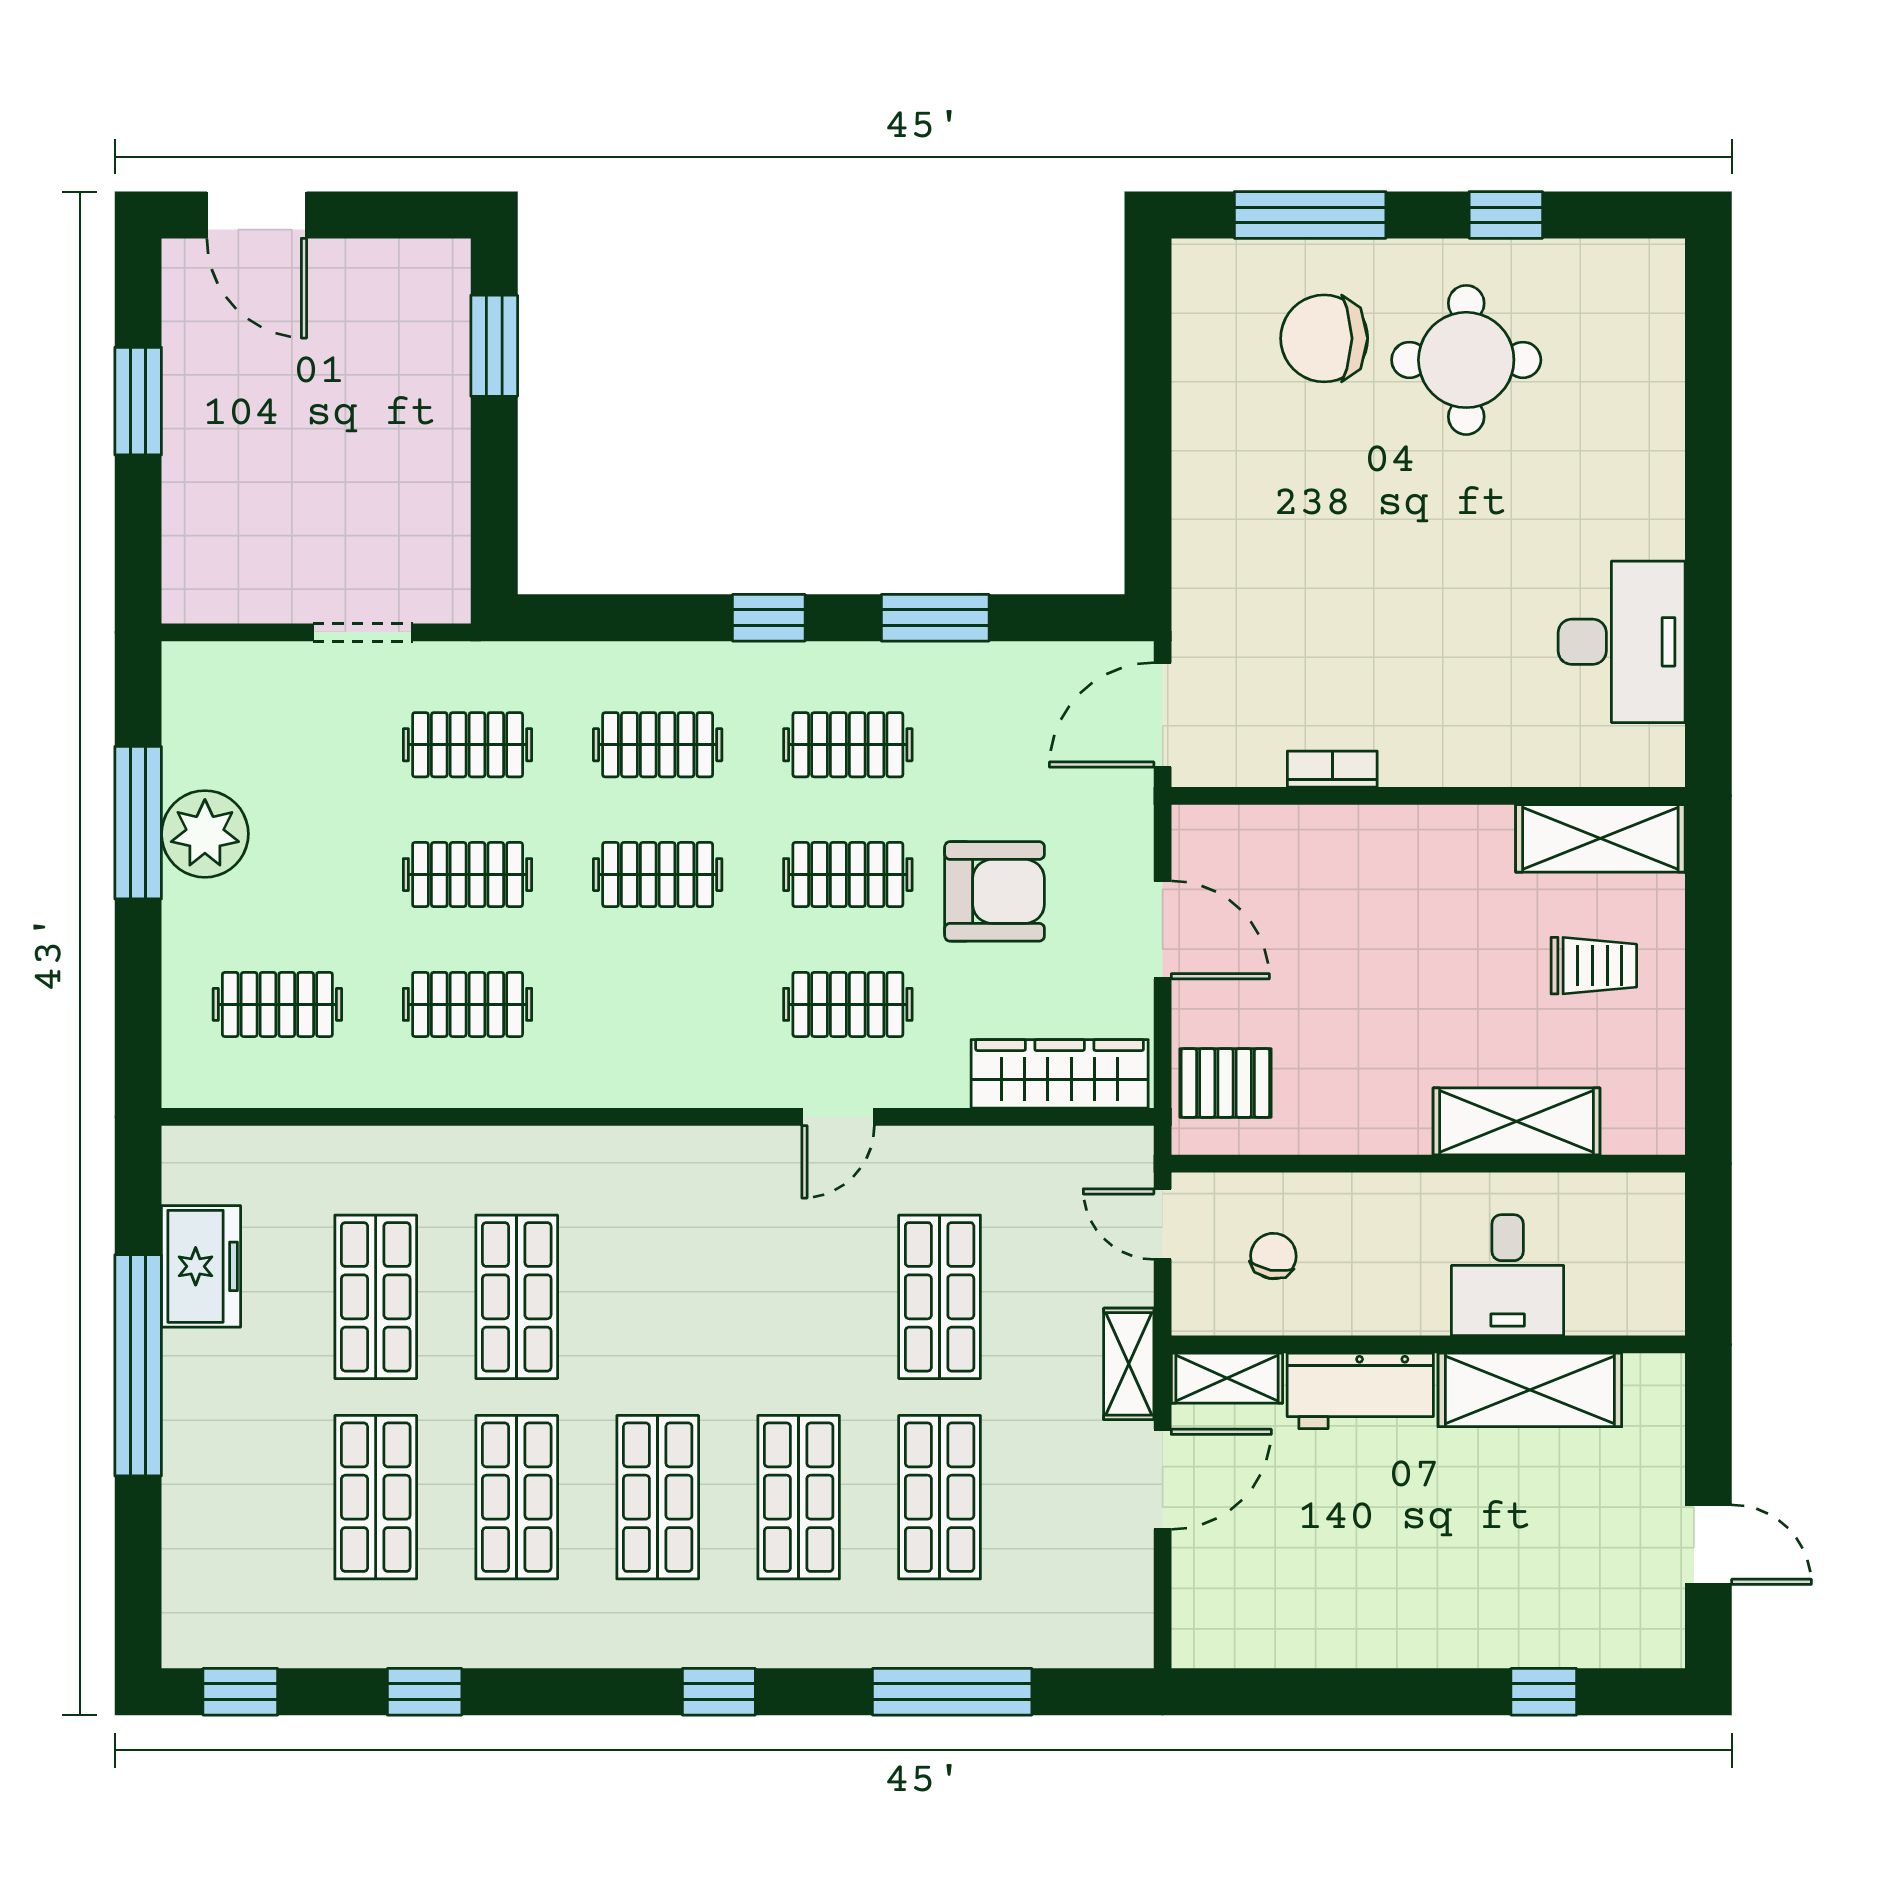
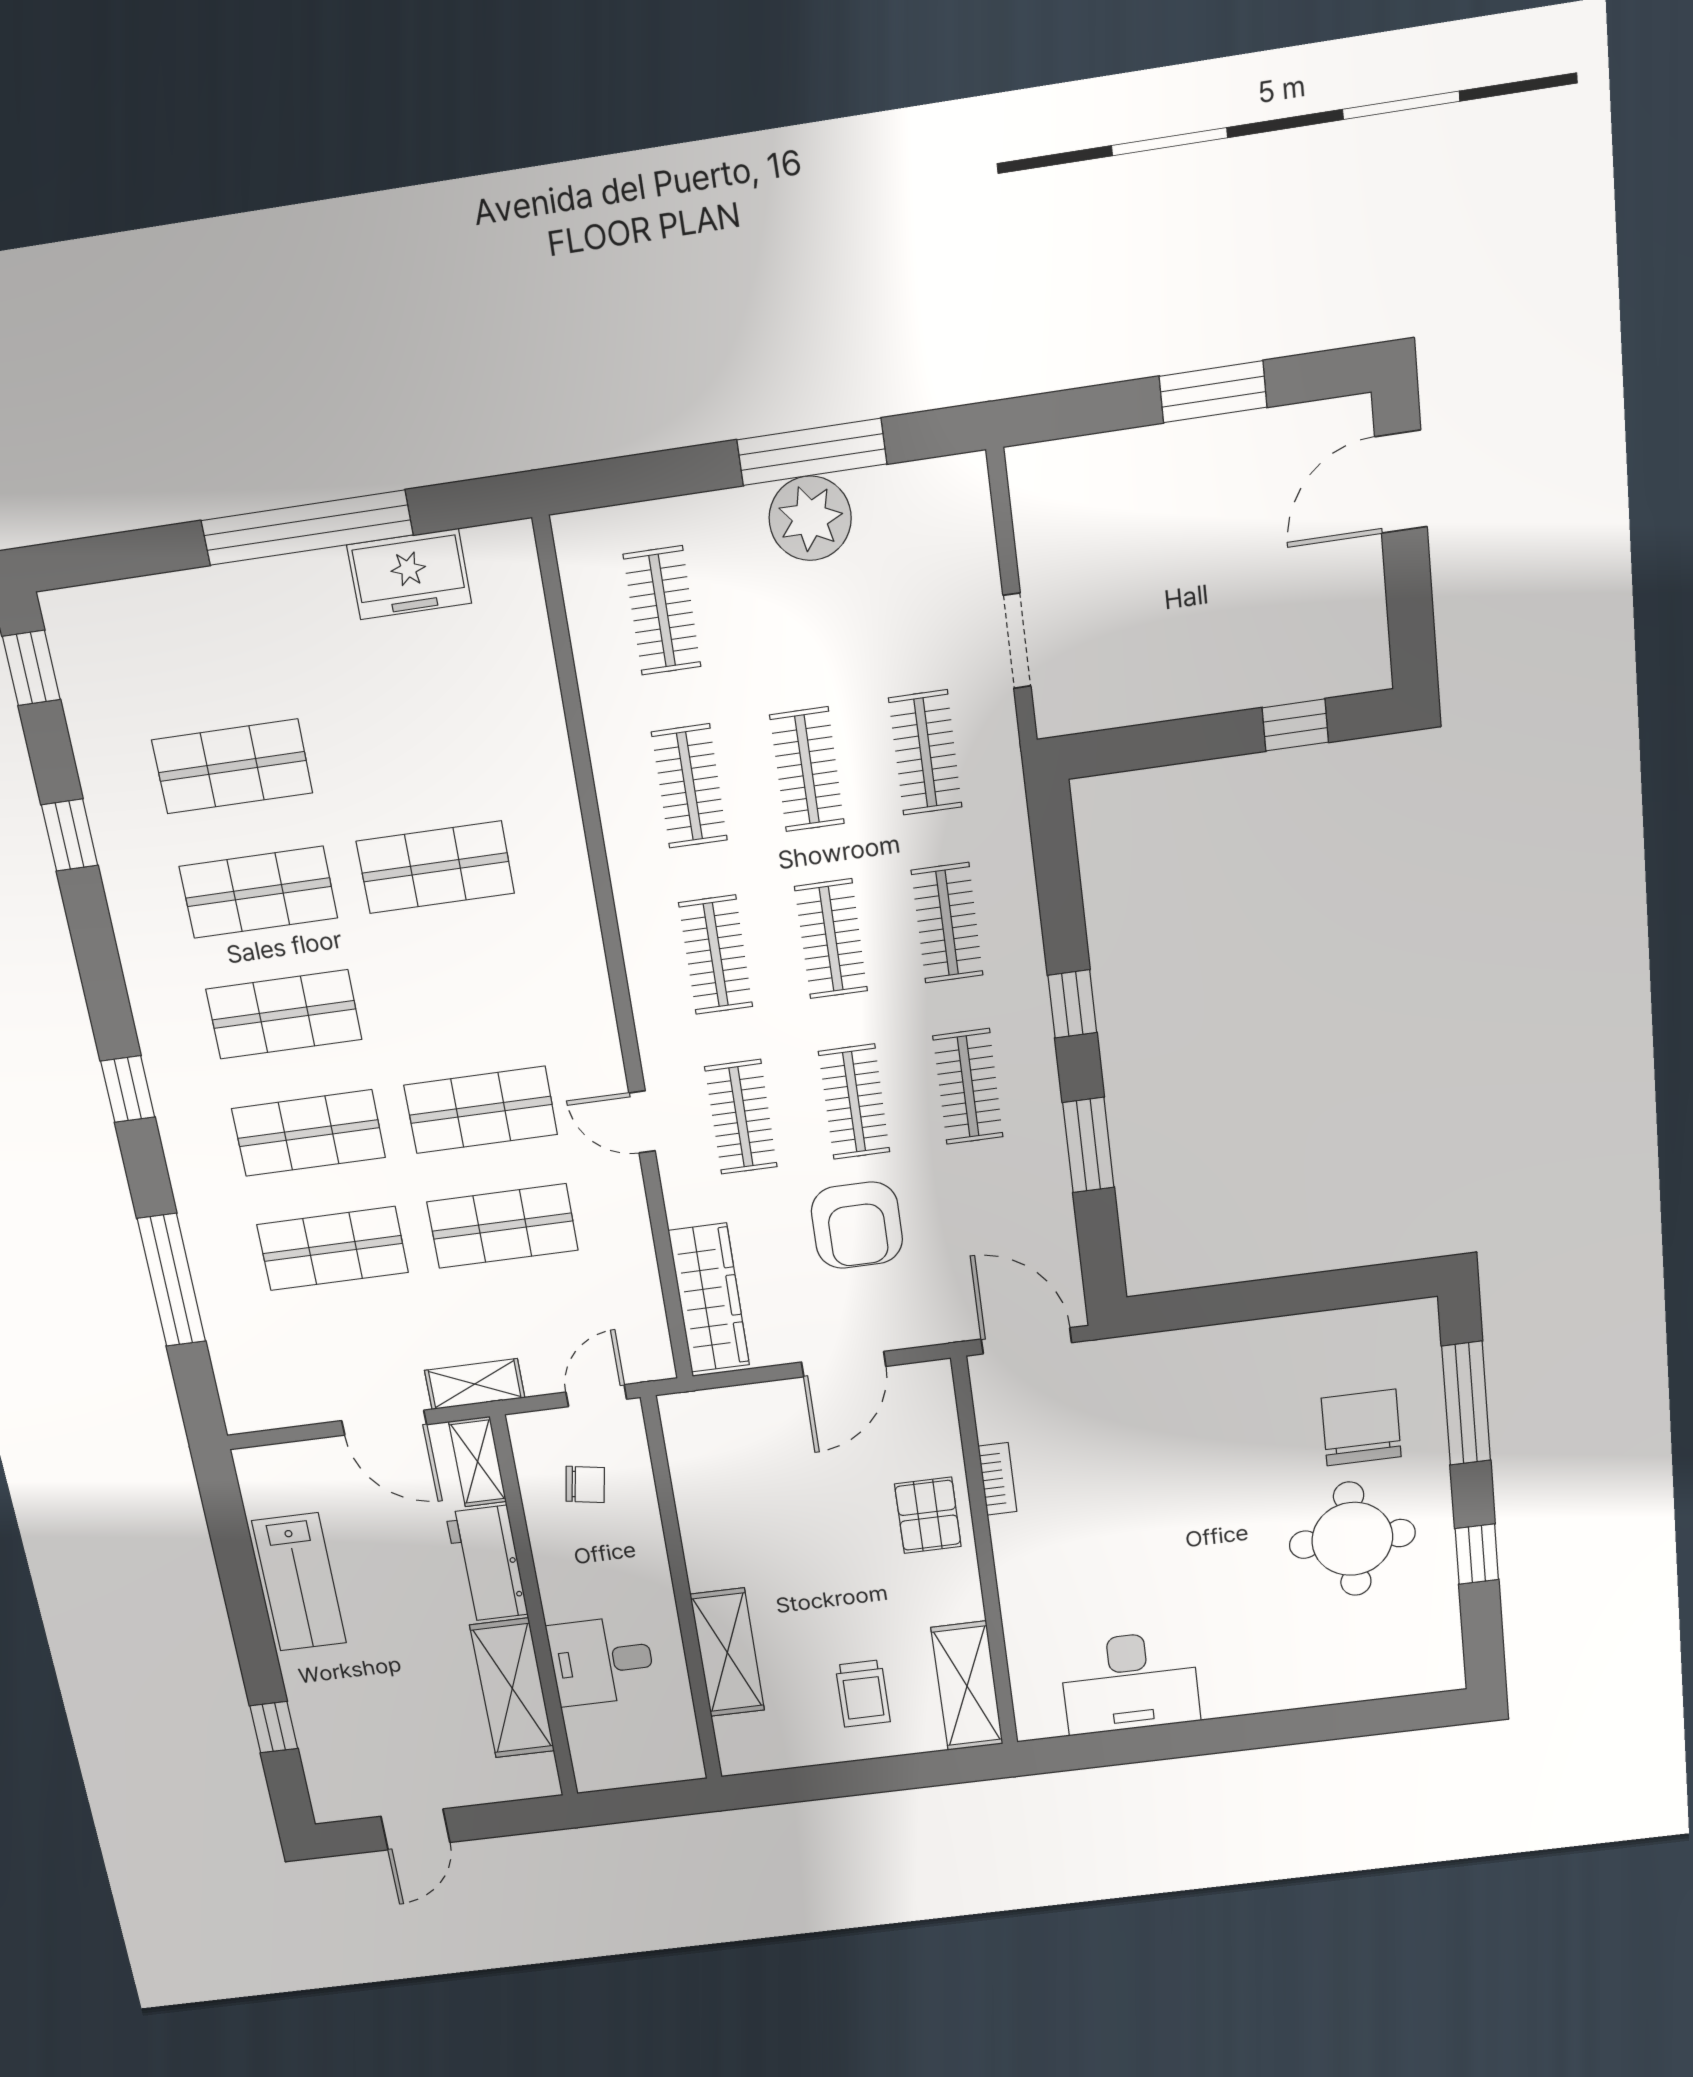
window: (494, 346) -> (1295, 725), width x0.67
clothes rail: (658, 1004) -> (716, 955), added
pallet: (1225, 1083) -> (928, 1515), moved
shop shelf: (376, 1297) -> (481, 1110), moved
lab bench: (1354, 1621) -> (299, 1582), added

